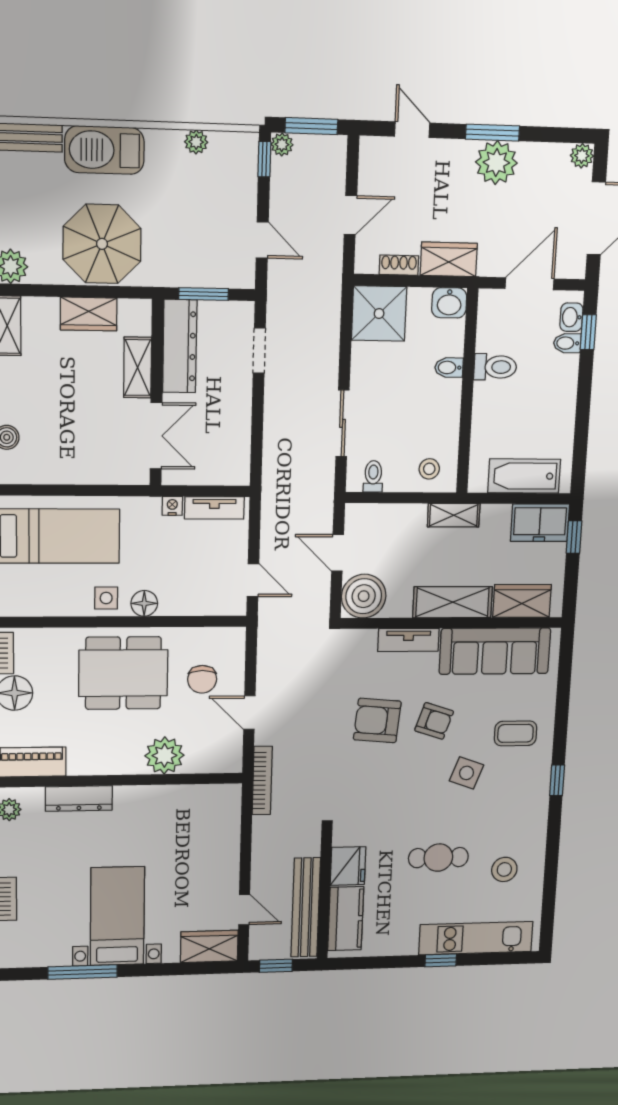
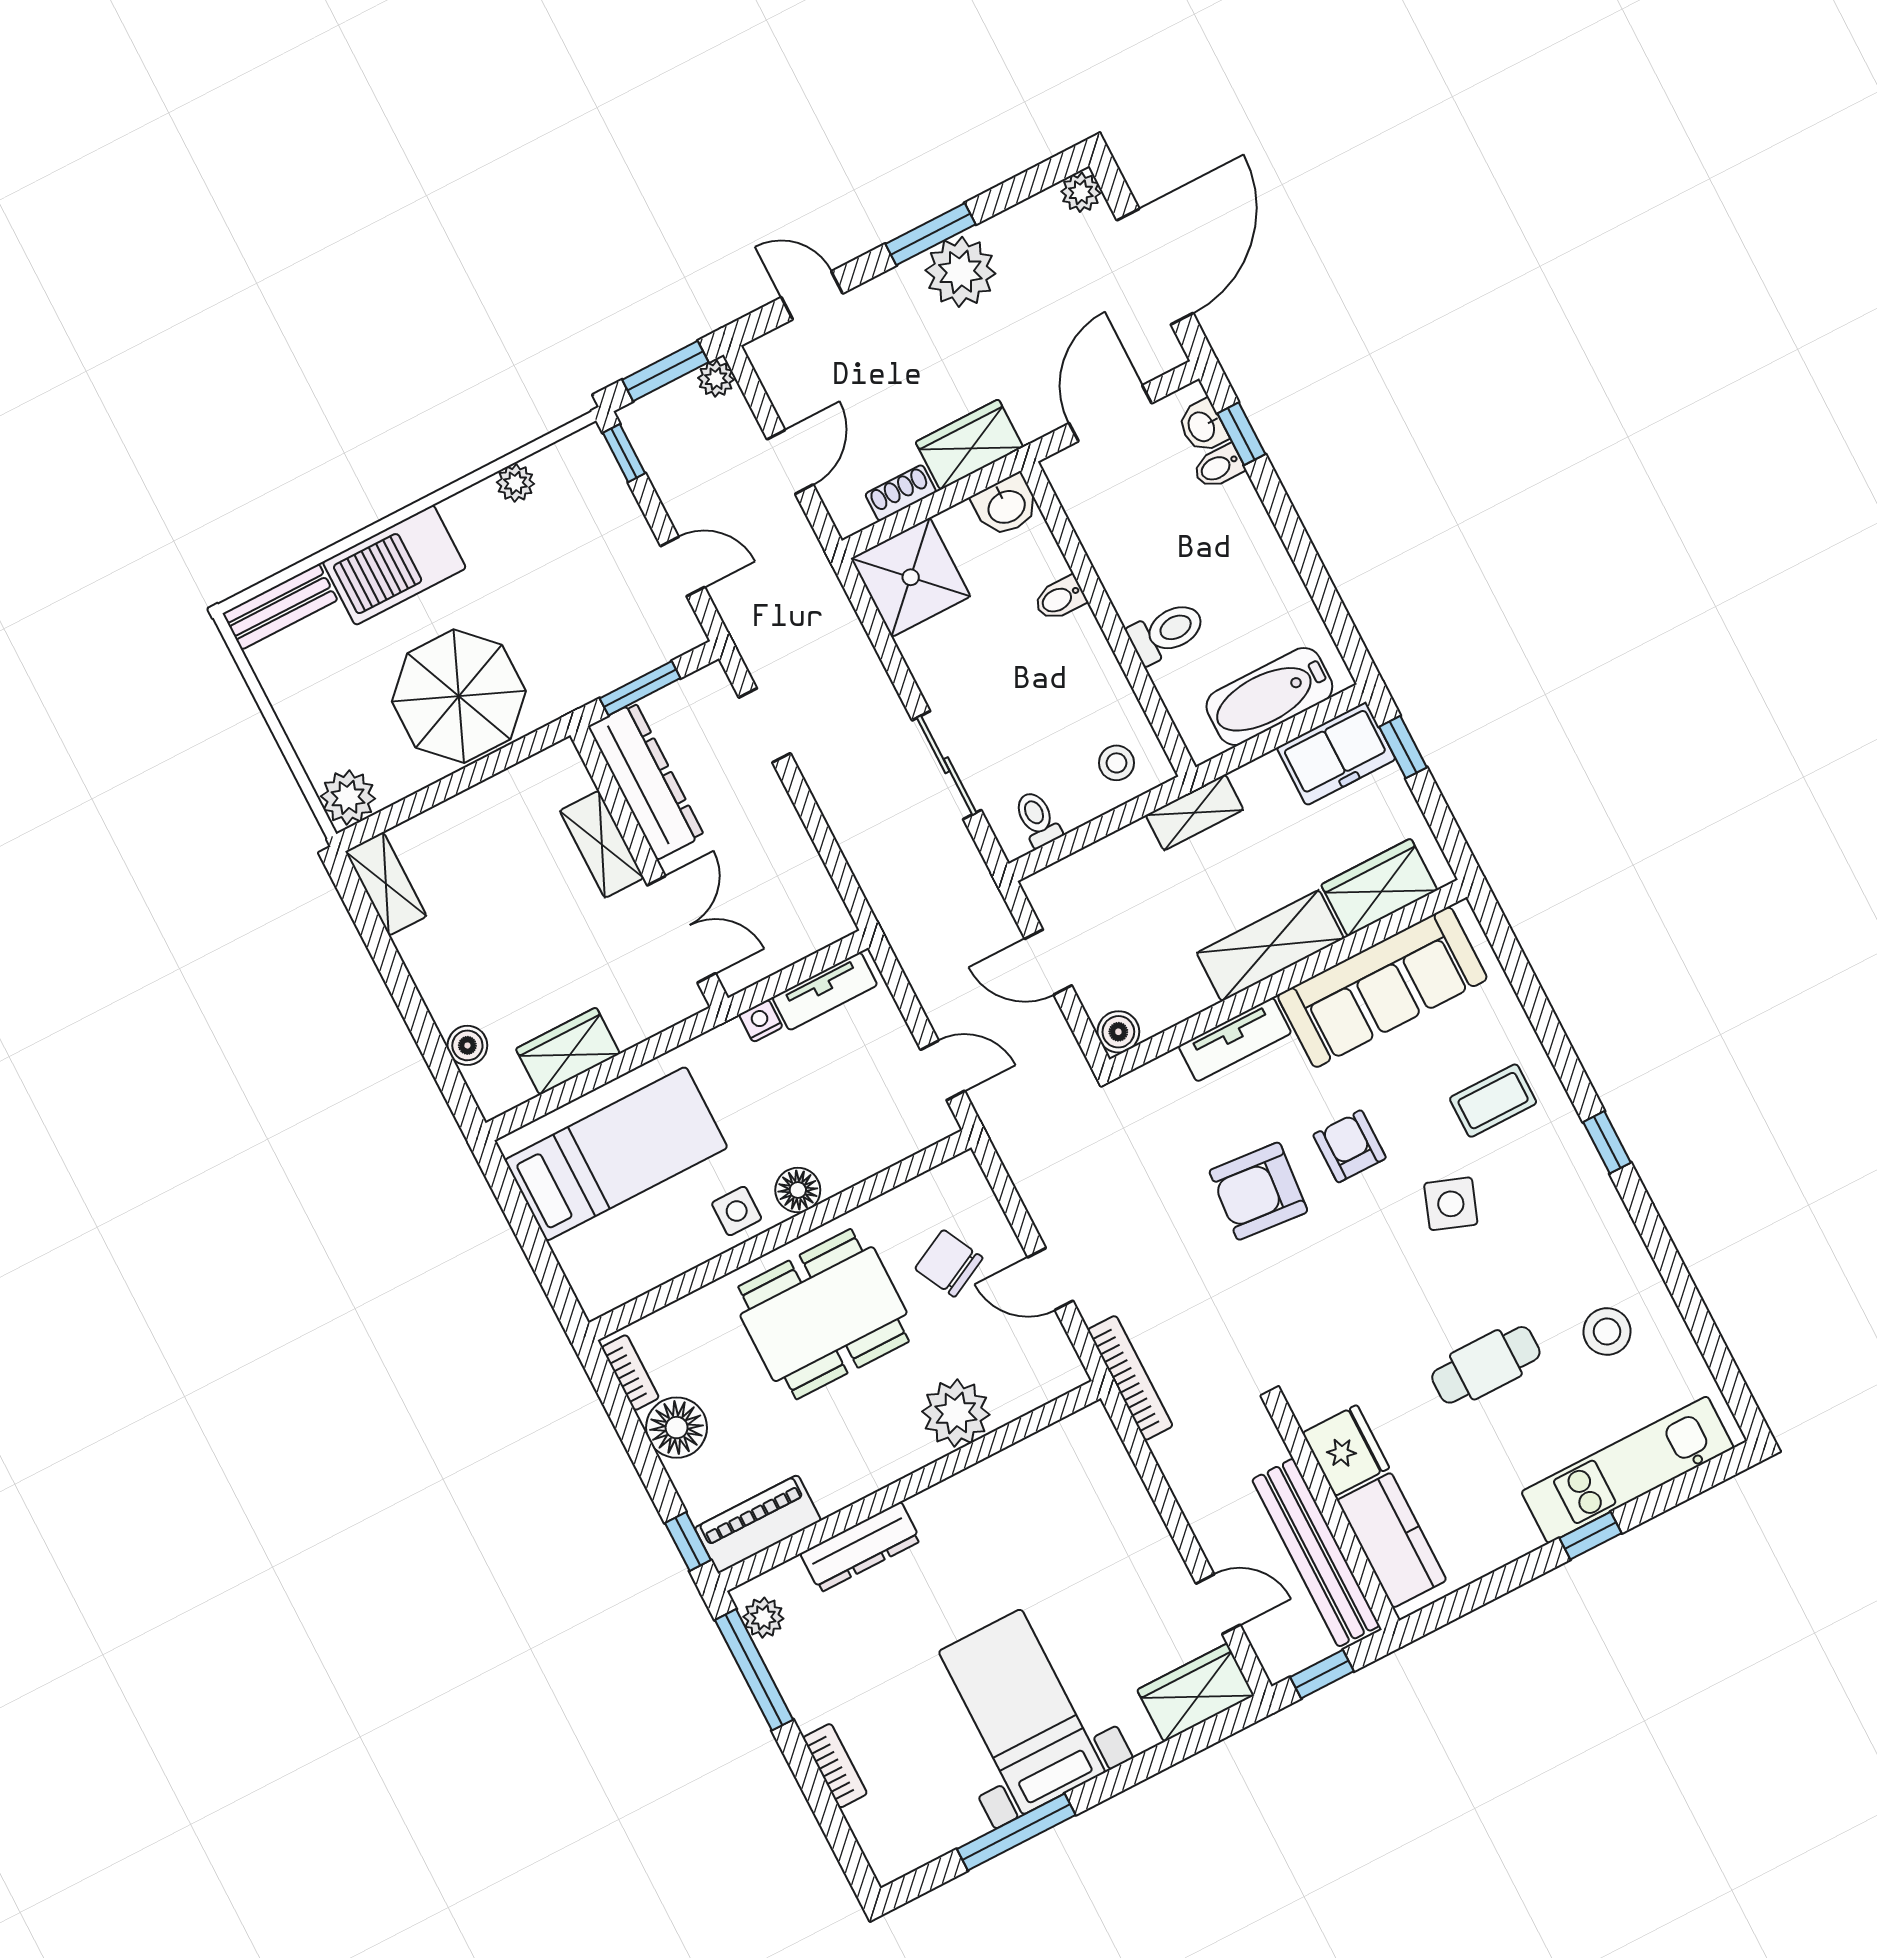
plant: (282, 144) -> (716, 379), moved
wardrobe: (89, 314) -> (568, 1051), moved, turned 180
toilet: (495, 367) -> (1167, 632), moved
boiler: (364, 596) -> (1118, 1032), width x0.54, depth x0.54
chair: (202, 679) -> (949, 1263), turned 153
armchair: (434, 721) -> (1350, 1146), turned -108

